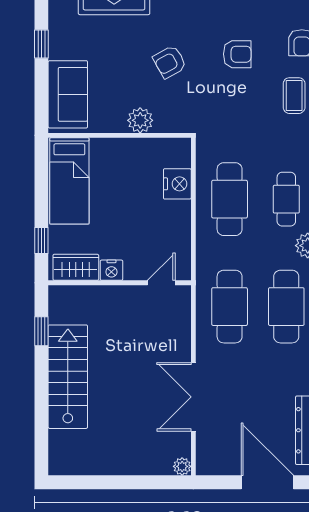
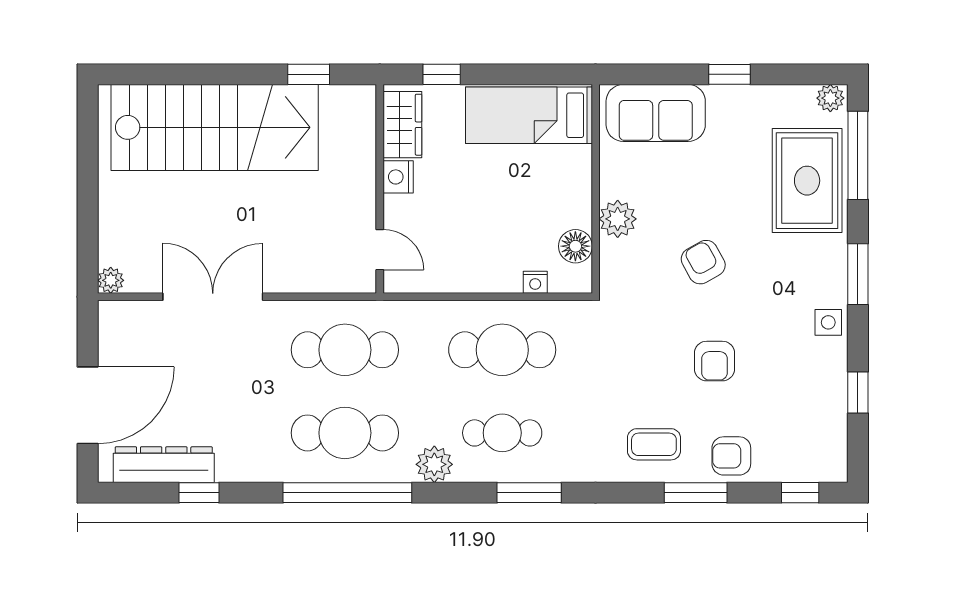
floor lamp: (159, 149) -> (575, 246), added
nightstand: (177, 184) -> (535, 282), width x0.53, depth x0.56
stairs: (68, 377) -> (215, 127), width x1.36, depth x1.51

